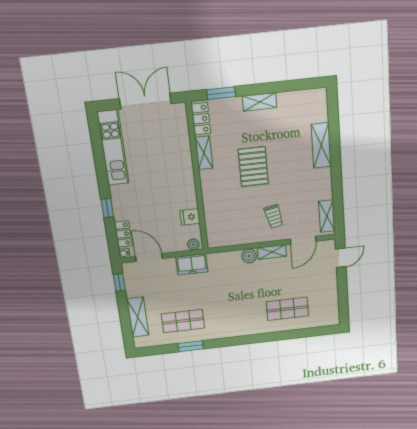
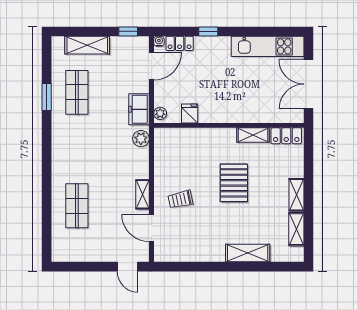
window: (221, 93) -> (309, 158), removed
double door: (145, 101) -> (309, 84), swing flipped
pallet: (253, 167) -> (234, 183), turned 90
shelving: (327, 216) -> (296, 229), moved, turned 90
plant: (249, 256) -> (141, 139), moved

